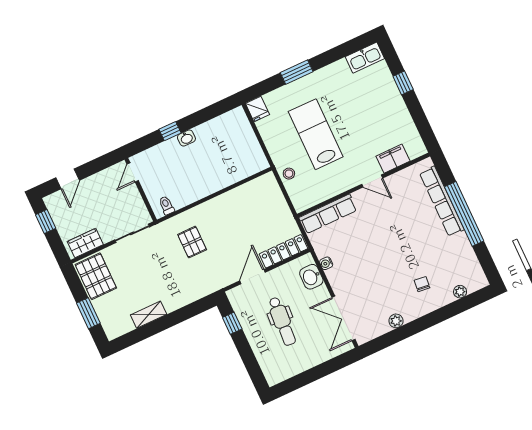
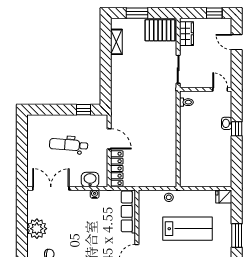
washbasin: (186, 138) -> (227, 123), moved
pallet: (192, 242) -> (153, 108), removed
shelving: (149, 315) -> (116, 42), moved
plant: (396, 321) -> (37, 229), width x1.87, depth x1.87

